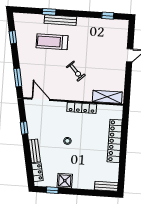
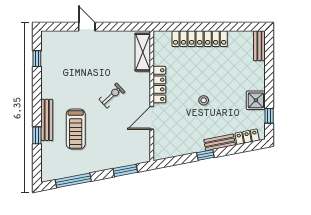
window: (13, 37) -> (73, 180), width x2.17
door: (41, 99) -> (152, 118), moved
window: (24, 128) -> (205, 155), moved

